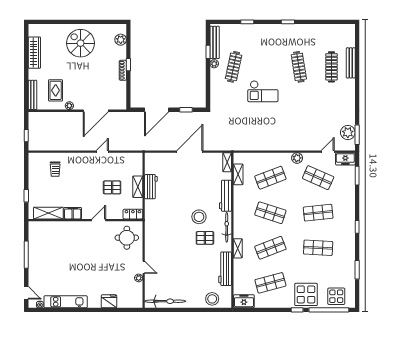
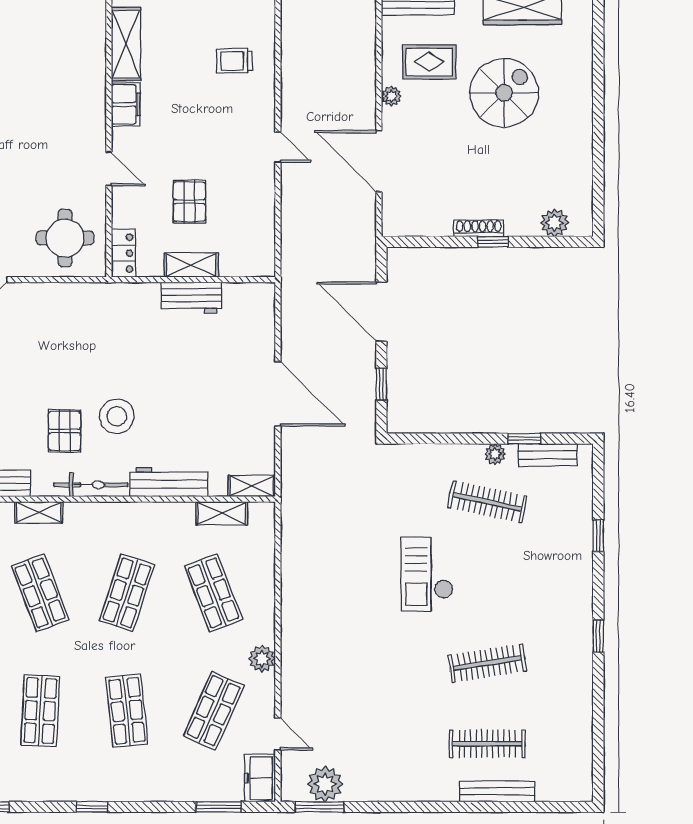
bench: (215, 42) -> (548, 455), width x0.73
spiral stairs: (81, 43) -> (504, 93), moved
door: (102, 152) -> (278, 147), moved

